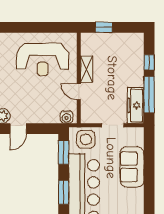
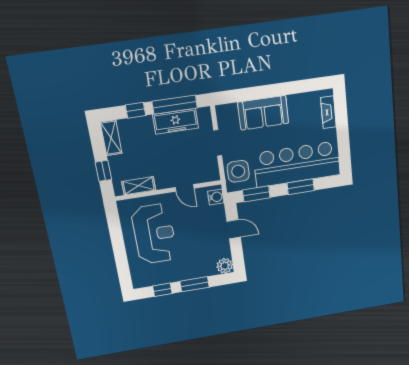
shelving: (130, 39) -> (111, 138), added
shelving: (87, 69) -> (139, 186), moved
door: (79, 92) -> (185, 188), hinge flipped
freezer: (136, 105) -> (176, 121), moved
door: (18, 129) -> (234, 229), moved

